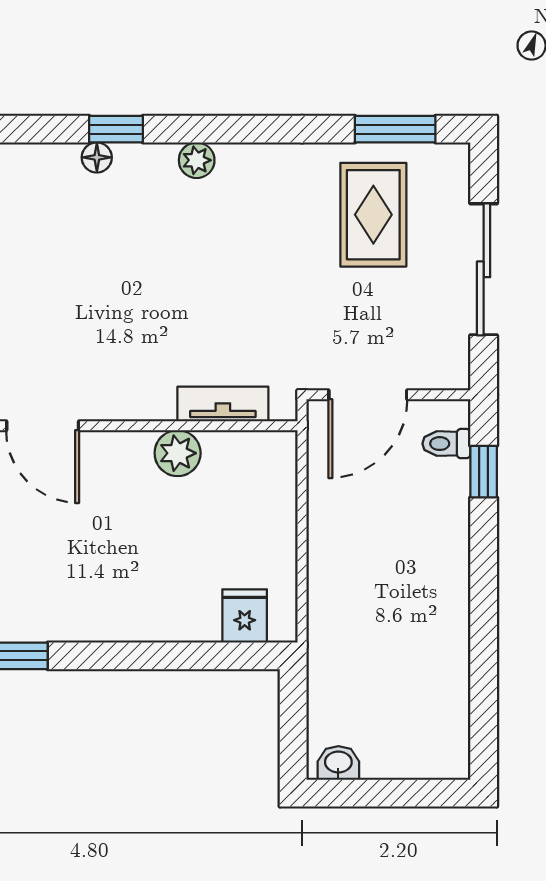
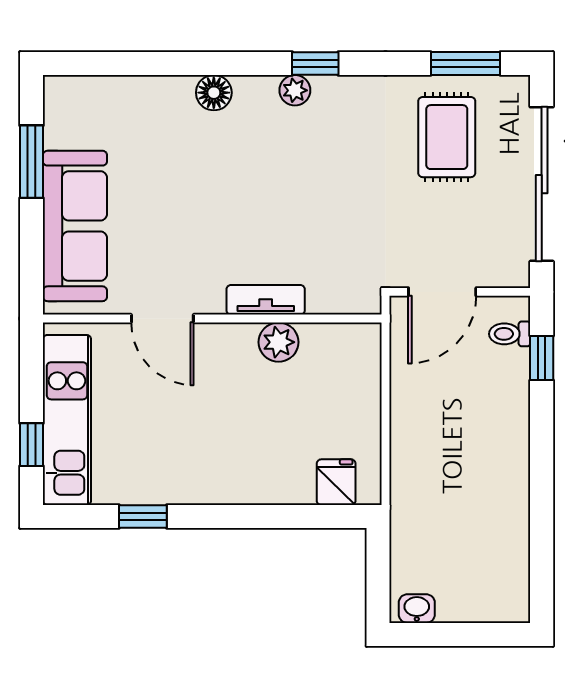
window: (116, 129) -> (315, 64), moved
floor lamp: (97, 157) -> (214, 93), width x1.37, depth x1.37
sliding door: (484, 269) -> (542, 184), width x1.36
tv unit: (223, 404) -> (266, 300), moved

